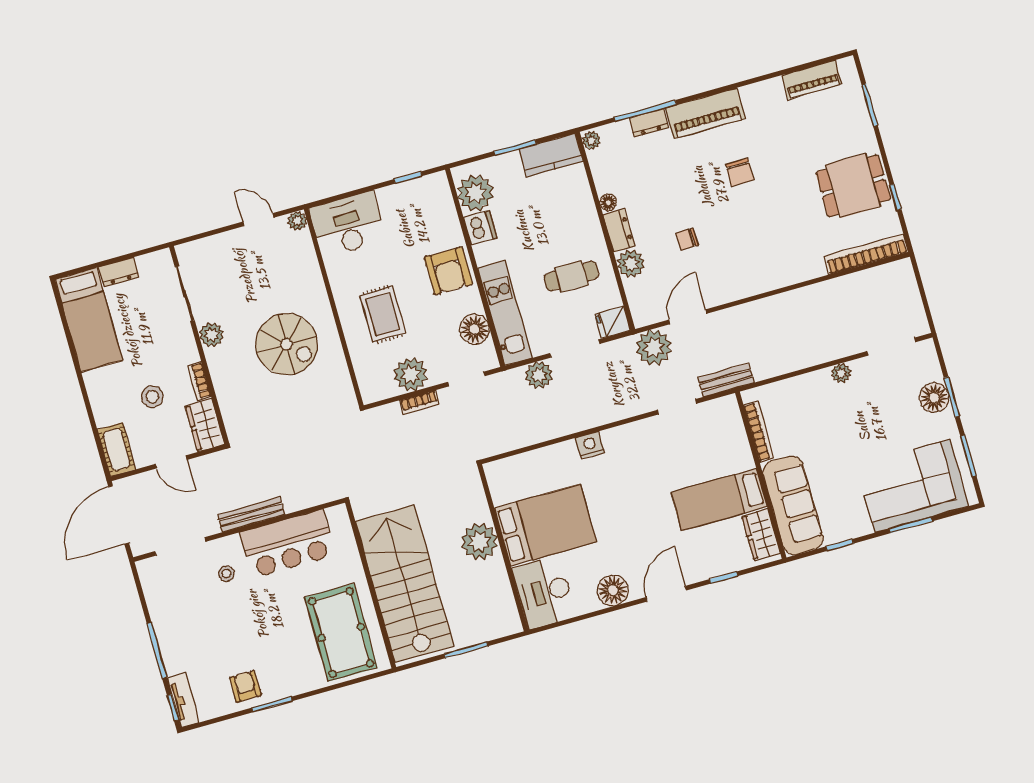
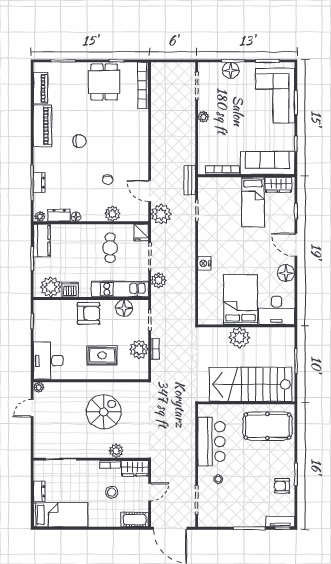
piano: (705, 113) -> (43, 126), moved
dresser: (619, 230) -> (59, 215), moved
plant: (212, 335) -> (116, 451), moved
bench: (251, 515) -> (190, 457), removed

